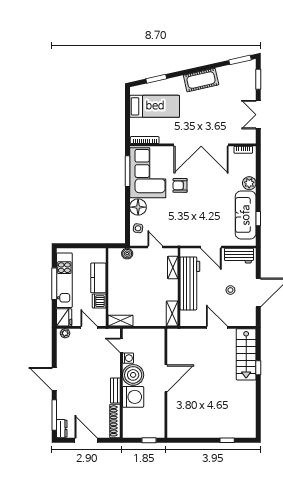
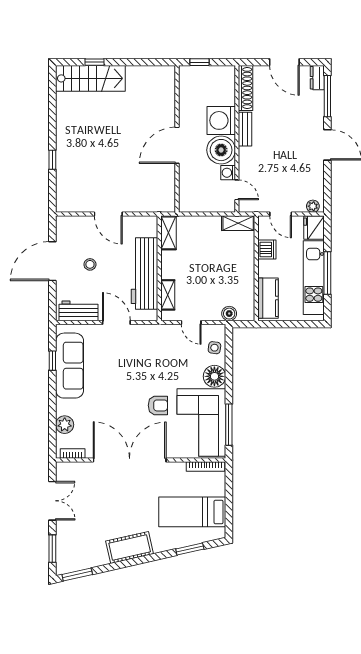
plant: (249, 183) -> (65, 425), moved
kitchen counter: (98, 278) -> (268, 298), moved
stairs: (246, 354) -> (90, 78), moved, turned 90

